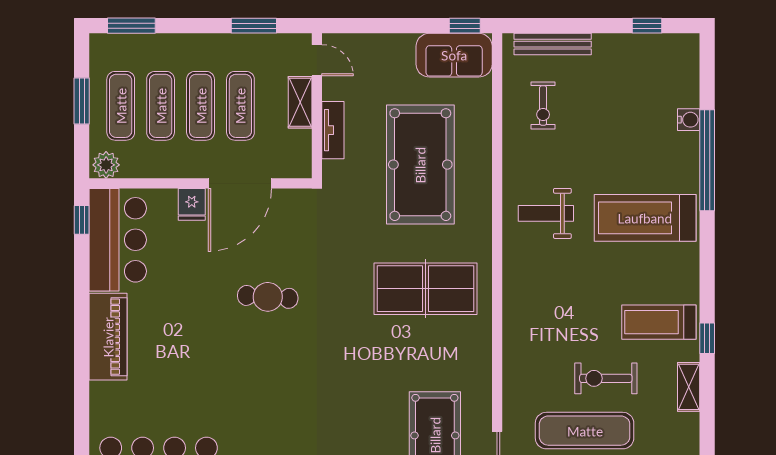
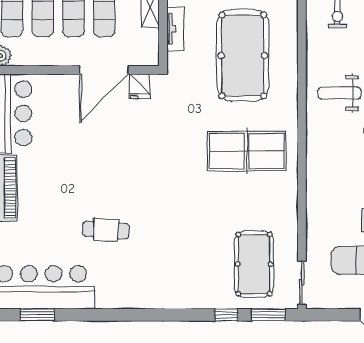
fridge: (192, 204) -> (140, 86), moved
cafe table: (268, 297) -> (106, 230), moved

